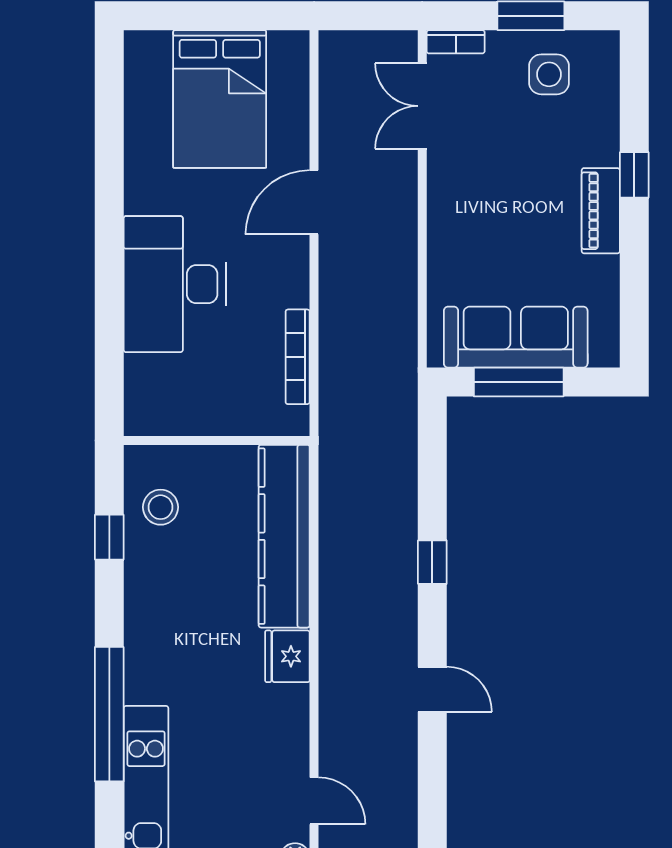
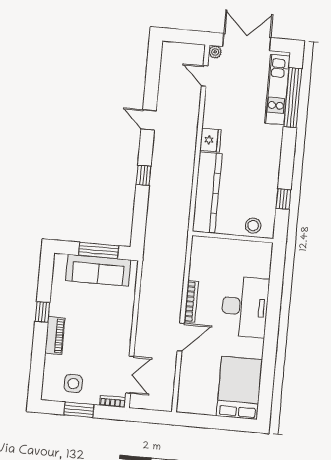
bed: (220, 99) -> (239, 388), moved
window: (634, 175) -> (42, 312), moved
piano: (601, 211) -> (55, 336), moved
bookcase: (298, 357) -> (191, 302), moved
stool: (161, 507) -> (253, 226), moved
window: (109, 714) -> (293, 98), moved

